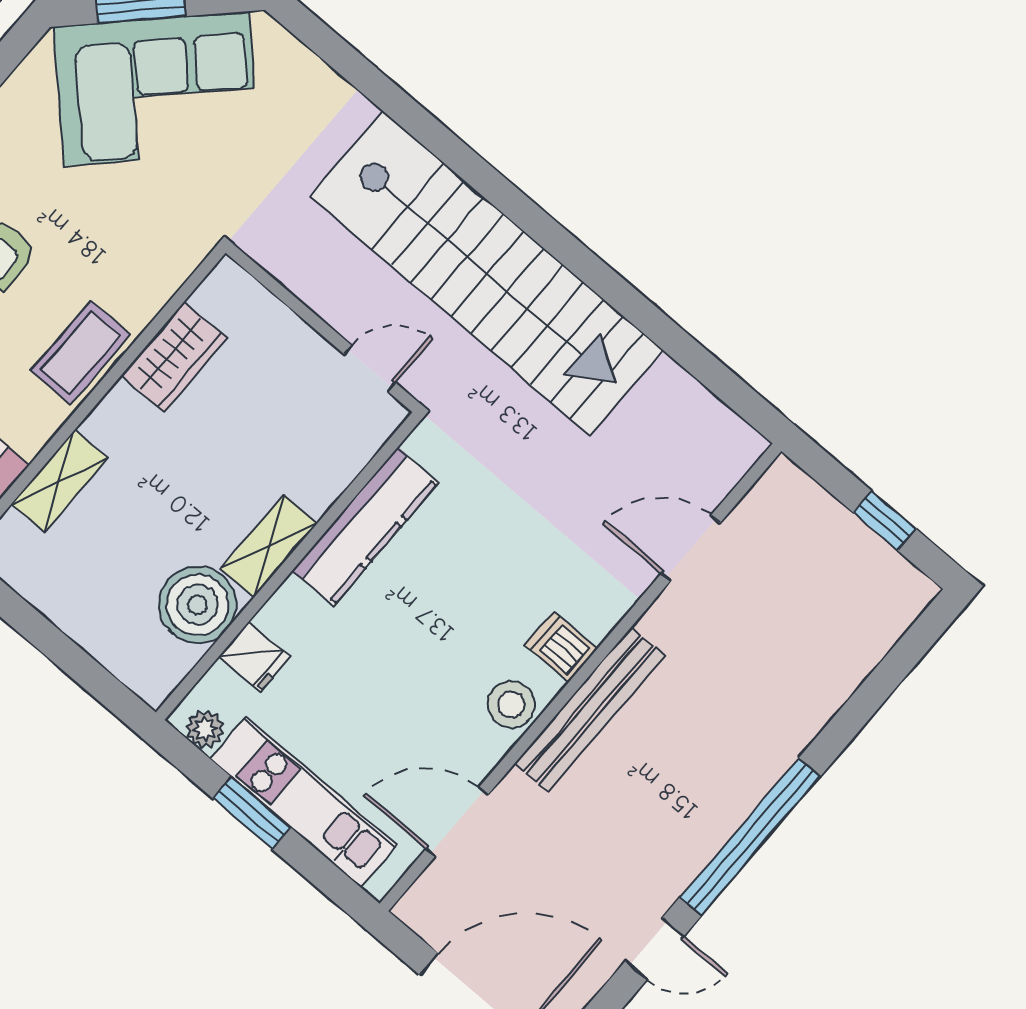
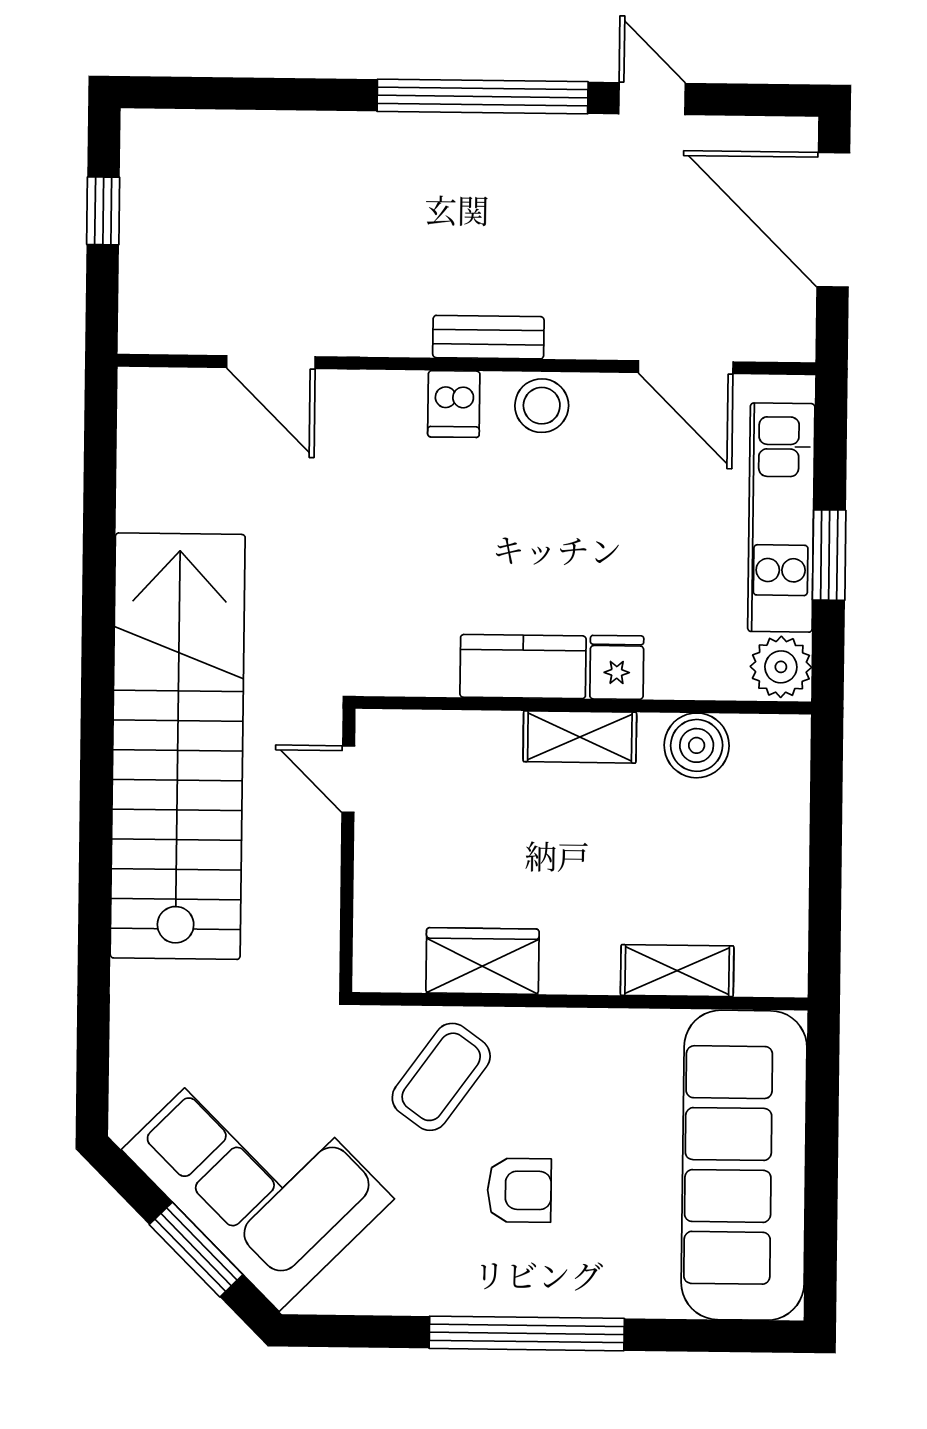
coffee table: (81, 352) -> (441, 1077), moved, turned -54
kitchen counter: (365, 527) -> (523, 667), width x0.67
boiler: (198, 605) -> (697, 745), width x0.73, depth x0.73
fridge: (255, 657) -> (617, 667), moved
bench: (589, 710) -> (488, 337), width x0.54, depth x0.82
plant: (205, 729) -> (781, 667), width x1.38, depth x1.38

